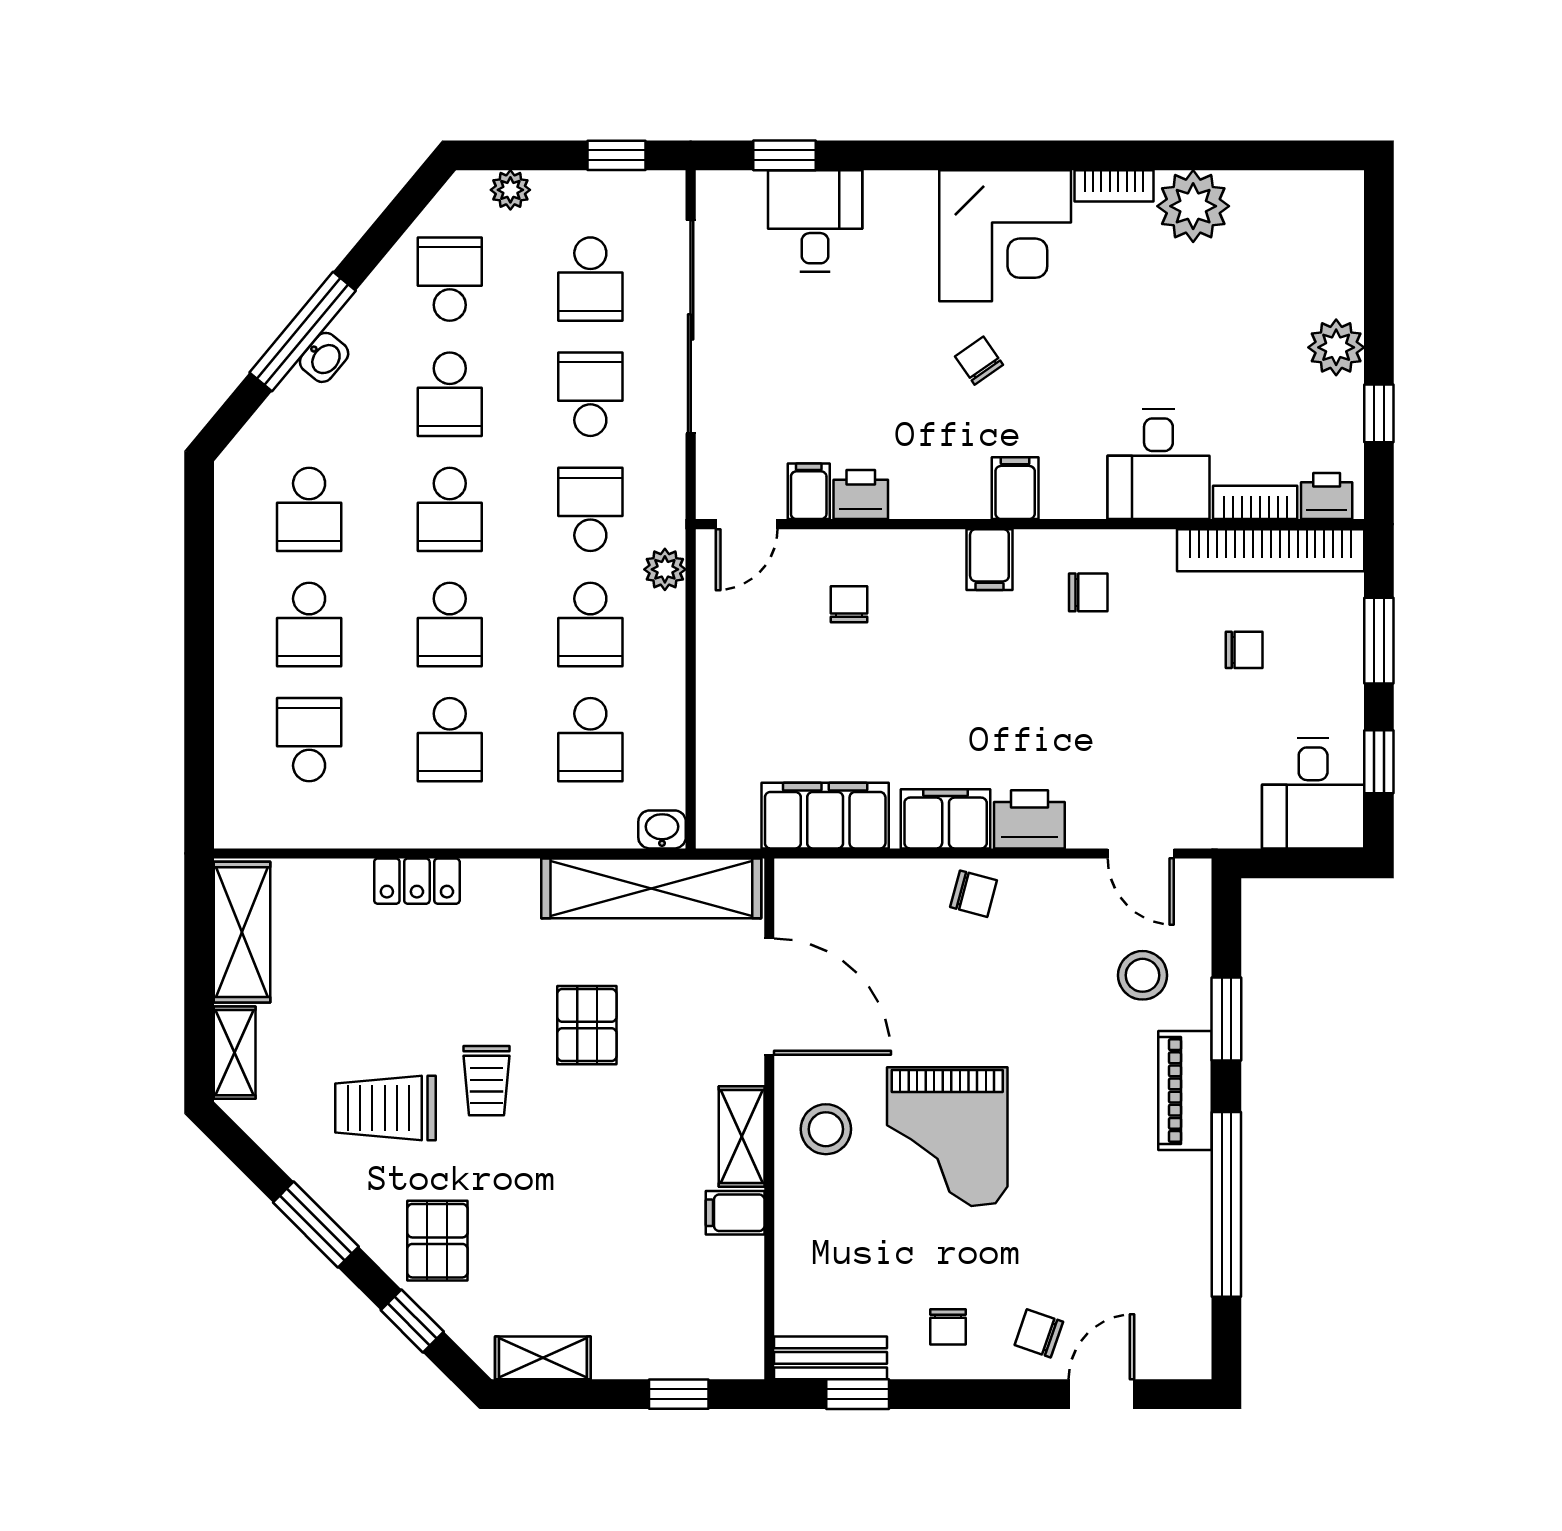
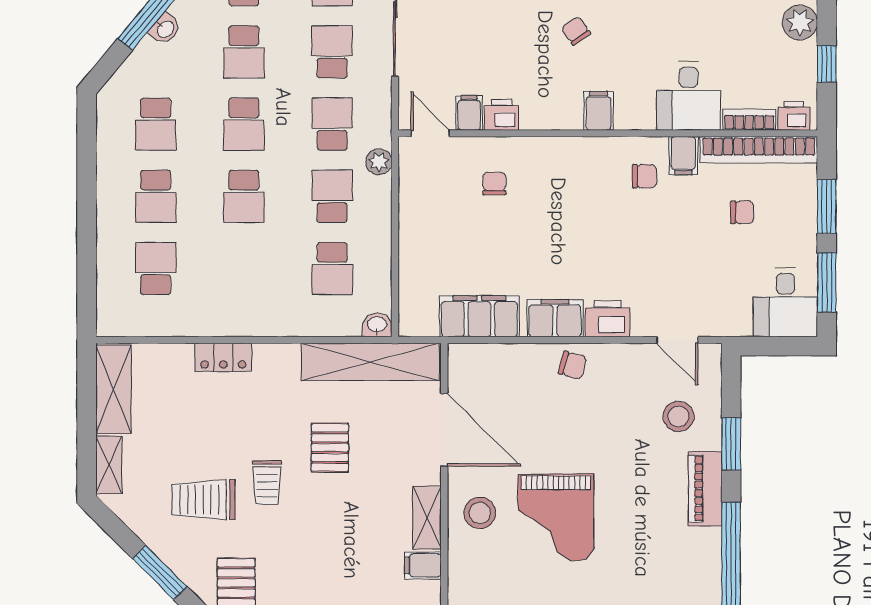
door: (747, 524) -> (430, 133), swing flipped
filing cabinet: (989, 560) -> (683, 156), moved
school desk: (590, 624) -> (332, 196), turned 180
school desk: (450, 740) -> (244, 269), removed
window: (1379, 762) -> (827, 282), width x1.50

